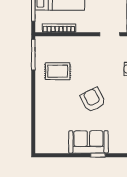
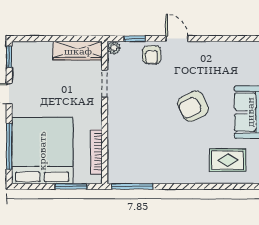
rug: (58, 71) -> (228, 160), moved, turned 90

